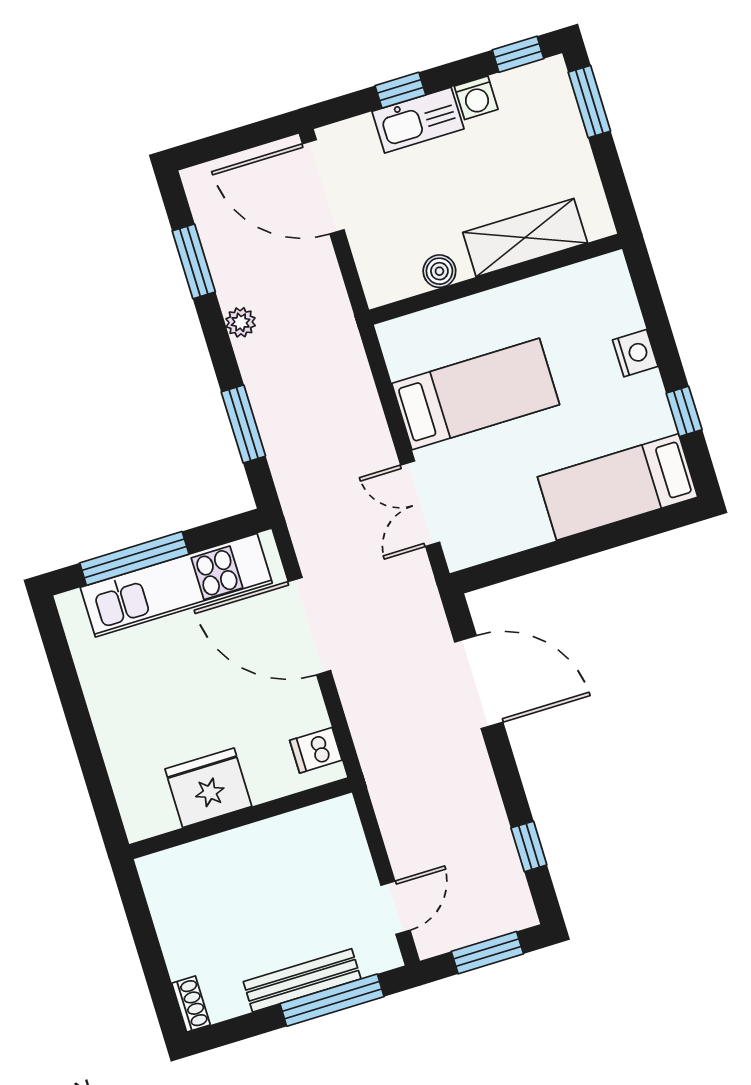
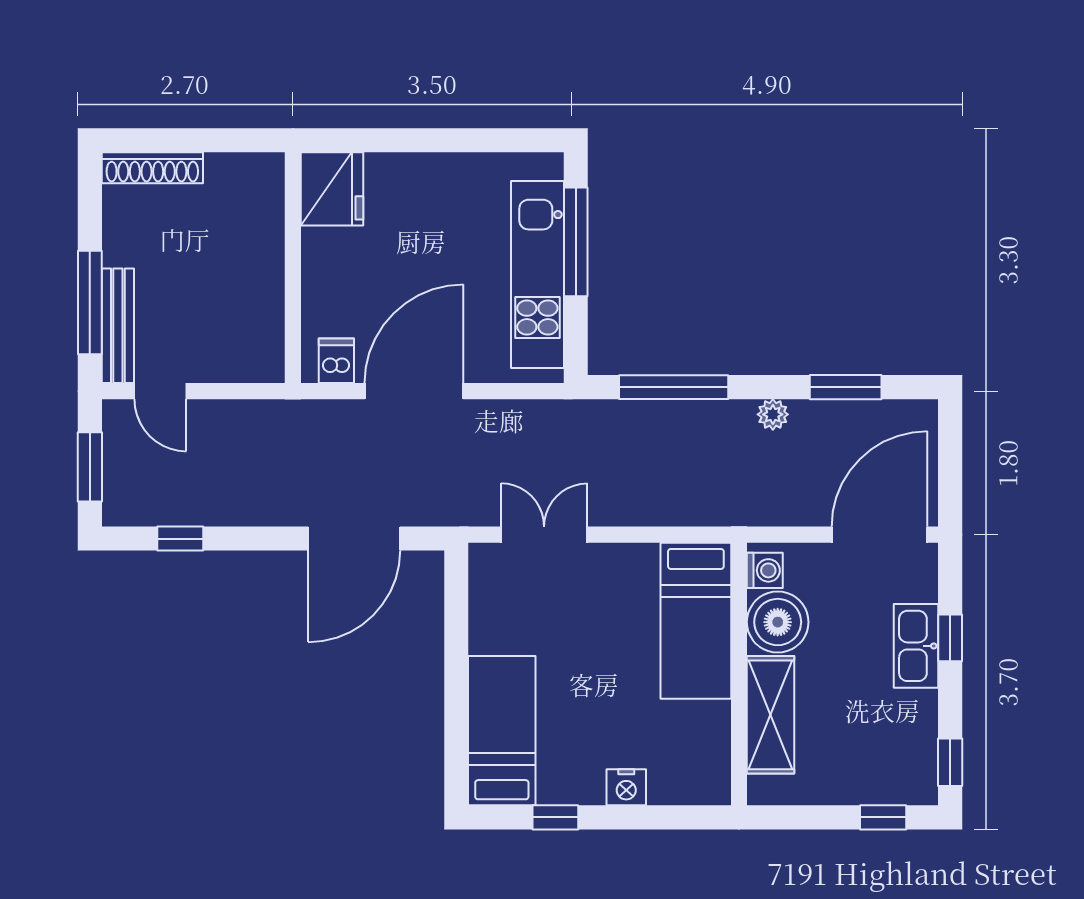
washing machine: (476, 98) -> (765, 570), moved, turned 180
window: (589, 102) -> (883, 817), width x0.67
boiler: (439, 271) -> (778, 622), width x1.86, depth x1.86
bed: (476, 394) -> (696, 621), moved
window: (243, 424) -> (674, 387), width x1.44
door: (309, 626) -> (414, 391), moved
fridge: (208, 788) -> (332, 189), moved
bench: (302, 980) -> (118, 326), moved
shoe rack: (191, 1004) -> (152, 168), width x1.94, depth x1.24

